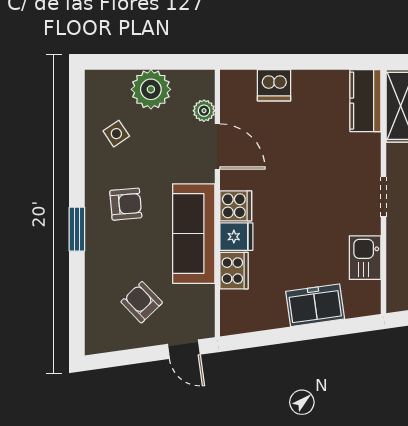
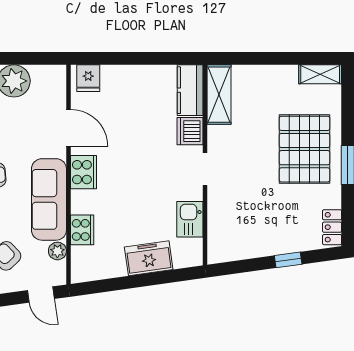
dishwasher: (274, 85) -> (190, 131), moved, turned 90
plant: (204, 111) -> (57, 251), moved
cooker: (236, 206) -> (84, 172), width x1.36
fridge: (236, 237) -> (88, 78), moved, turned 90

